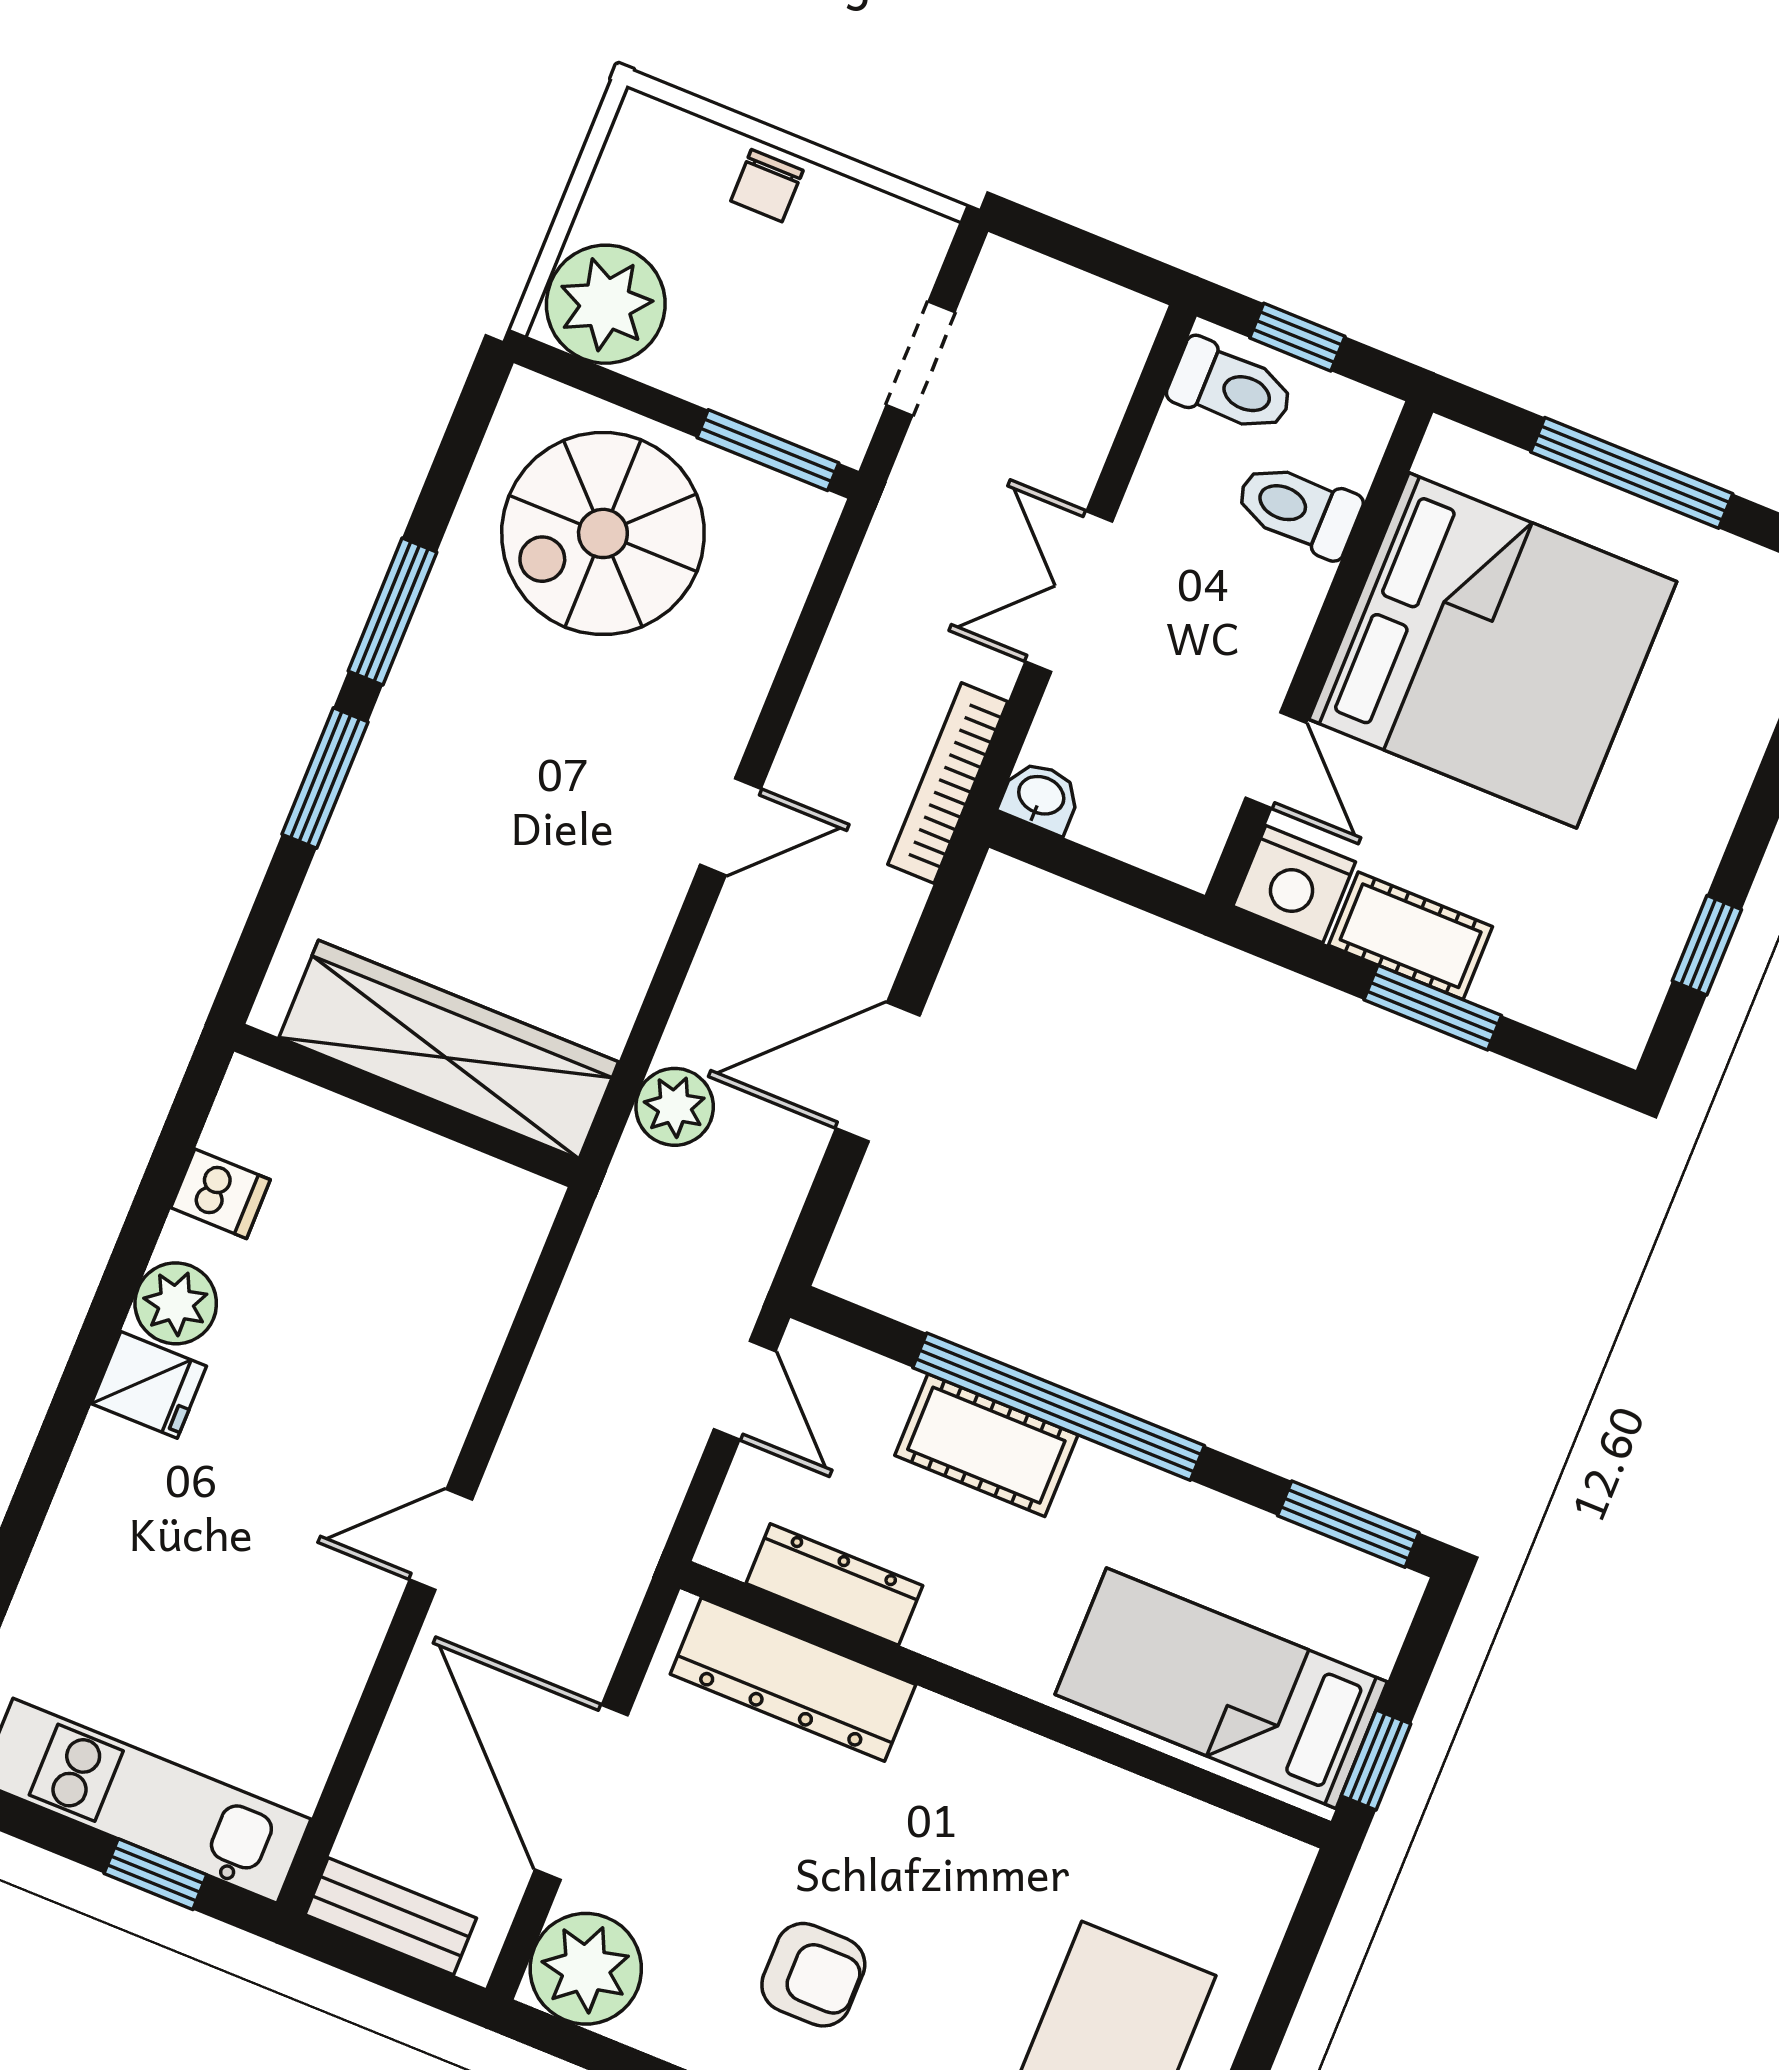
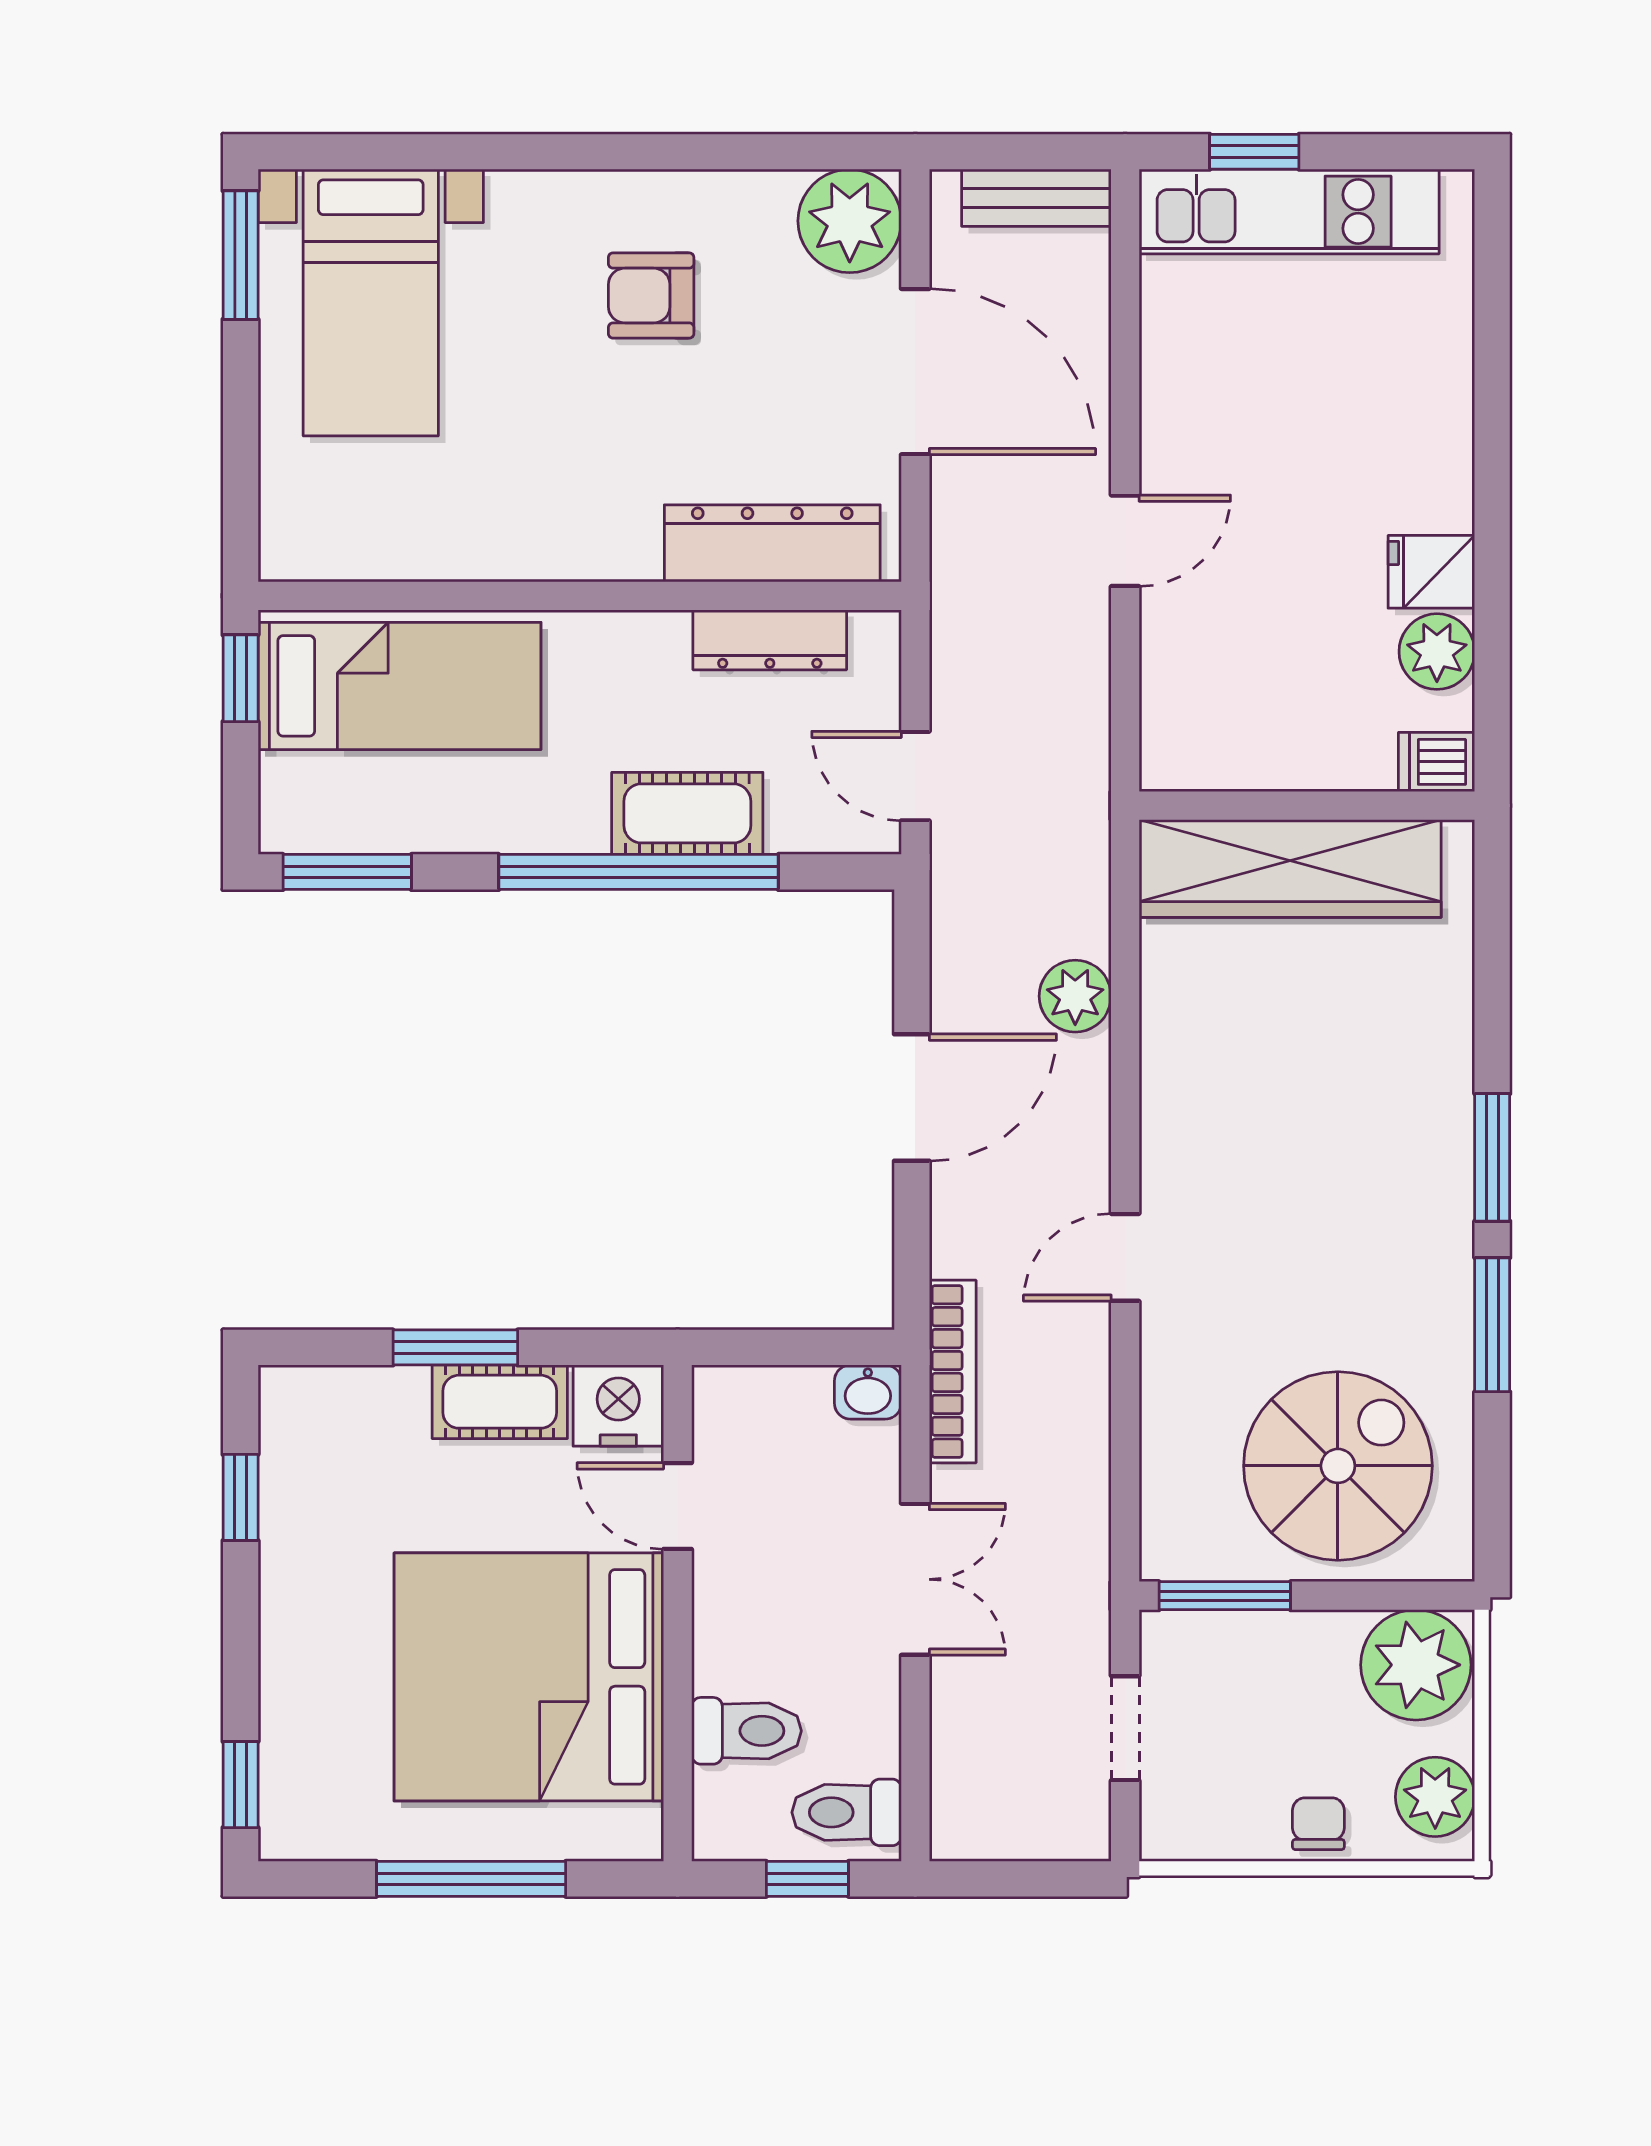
plant: (640, 165) -> (1435, 1797), added
wardrobe: (449, 1050) -> (1290, 868), moved
wall: (407, 1105) -> (1307, 806), moved

